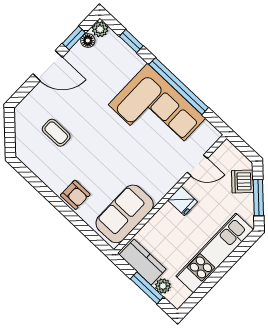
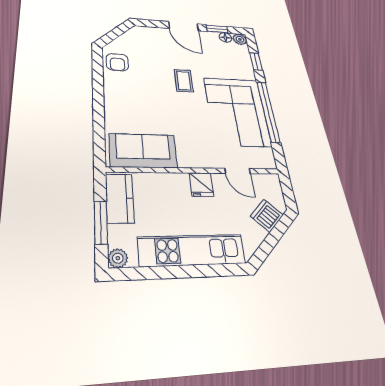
coffee table: (56, 133) -> (184, 81), moved
armchair: (75, 195) -> (117, 62), moved
window: (258, 198) -> (271, 241), removed
plant: (163, 286) -> (118, 258), moved

